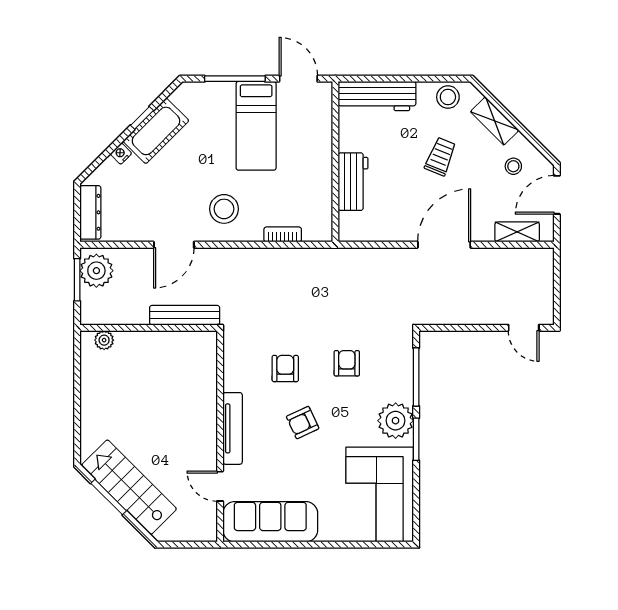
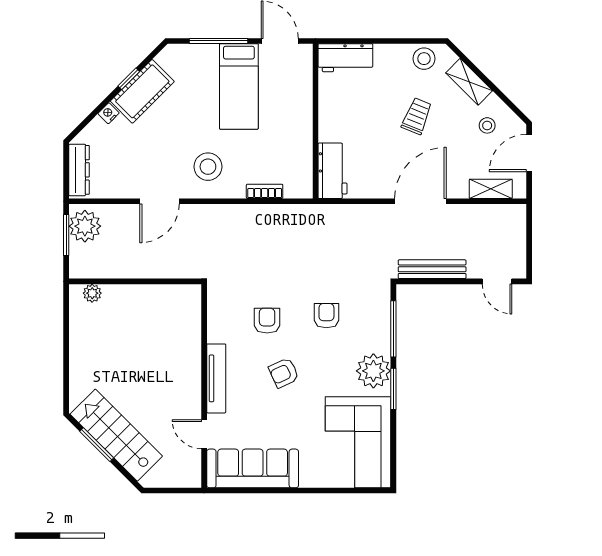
workbench: (377, 96) -> (345, 58), width x0.73
workbench: (353, 182) -> (332, 171), moved
bench: (185, 315) -> (432, 269), moved

